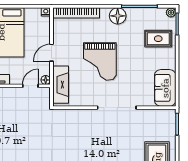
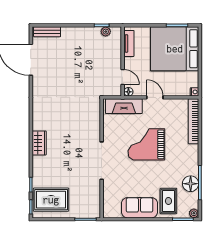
floor lamp: (118, 16) -> (191, 184), moved
sofa: (165, 88) -> (139, 208), moved

